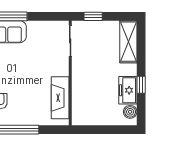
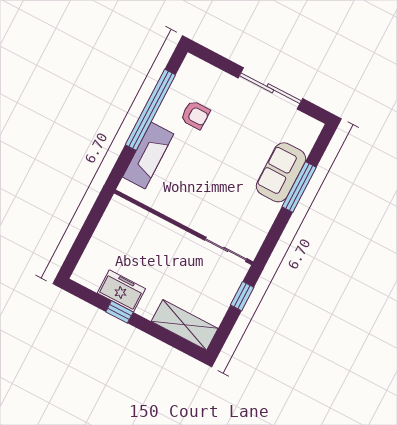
fireplace: (60, 98) -> (148, 156), moved, turned 90
boiler: (130, 112) -> (92, 279), removed

